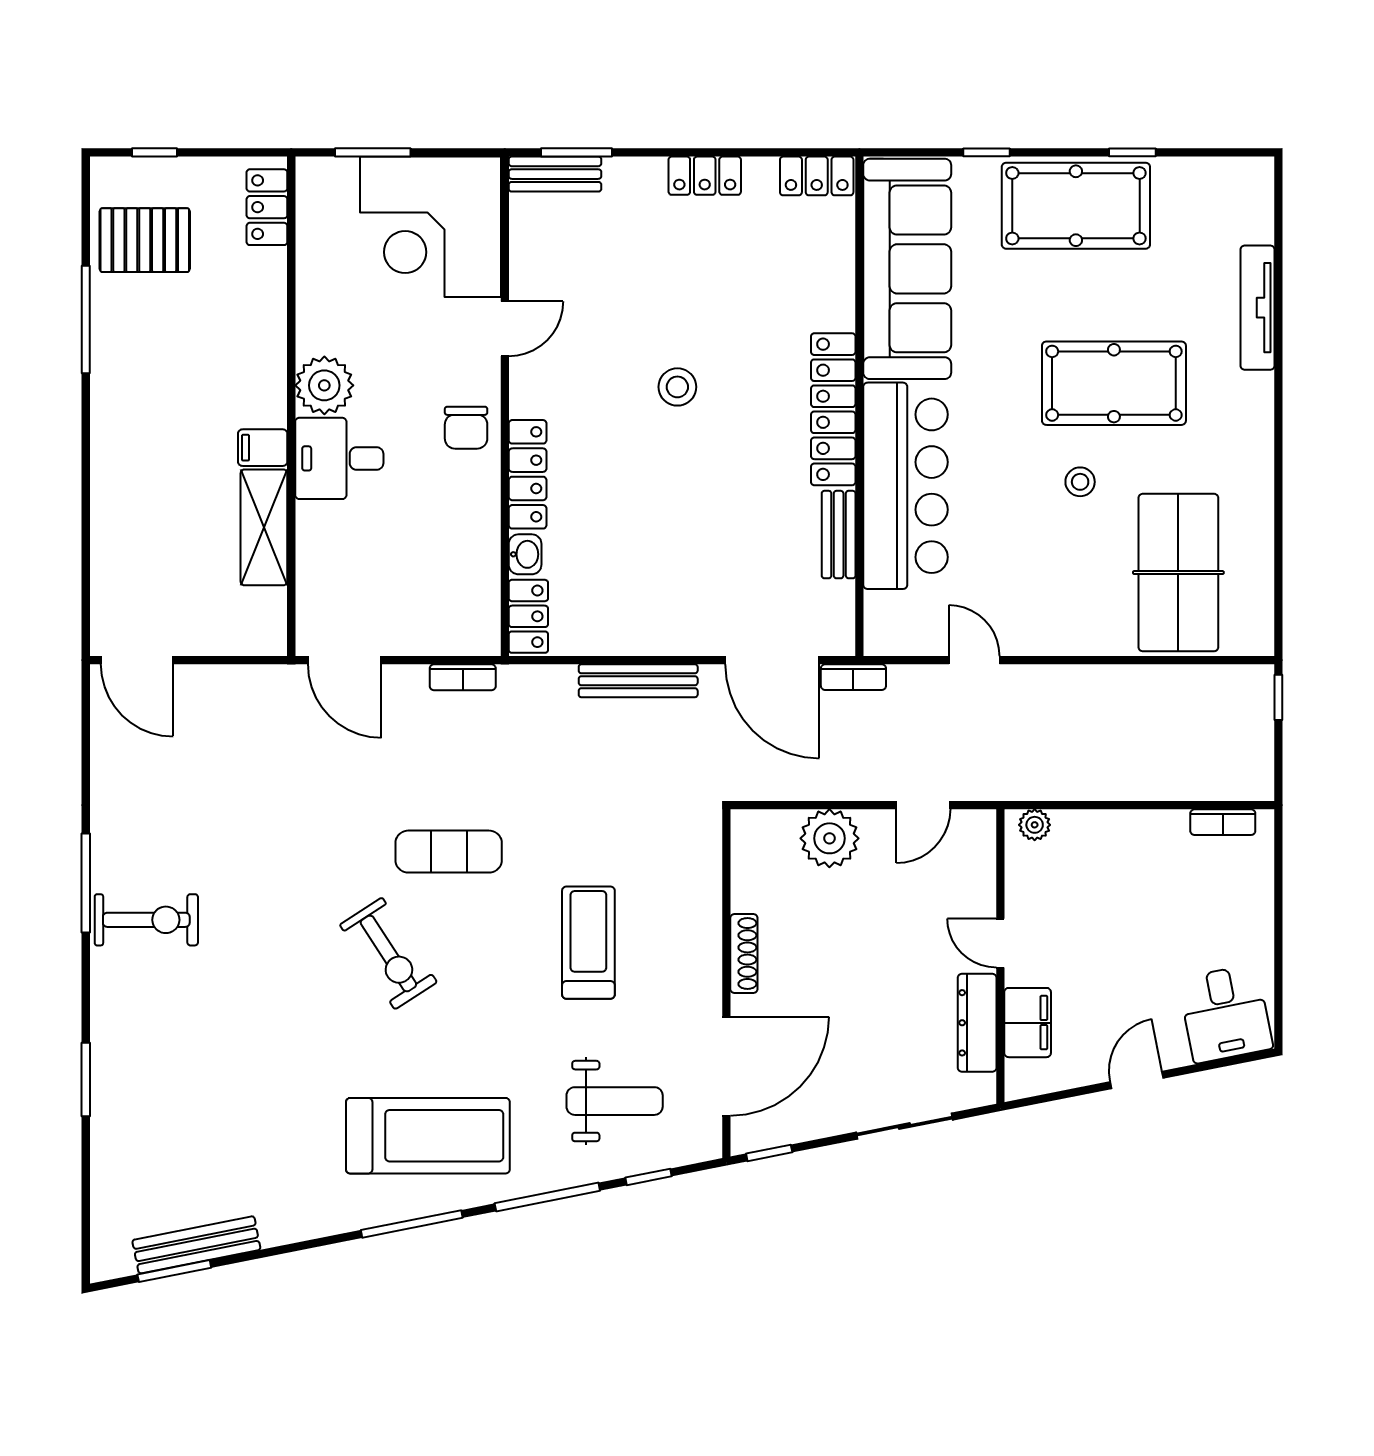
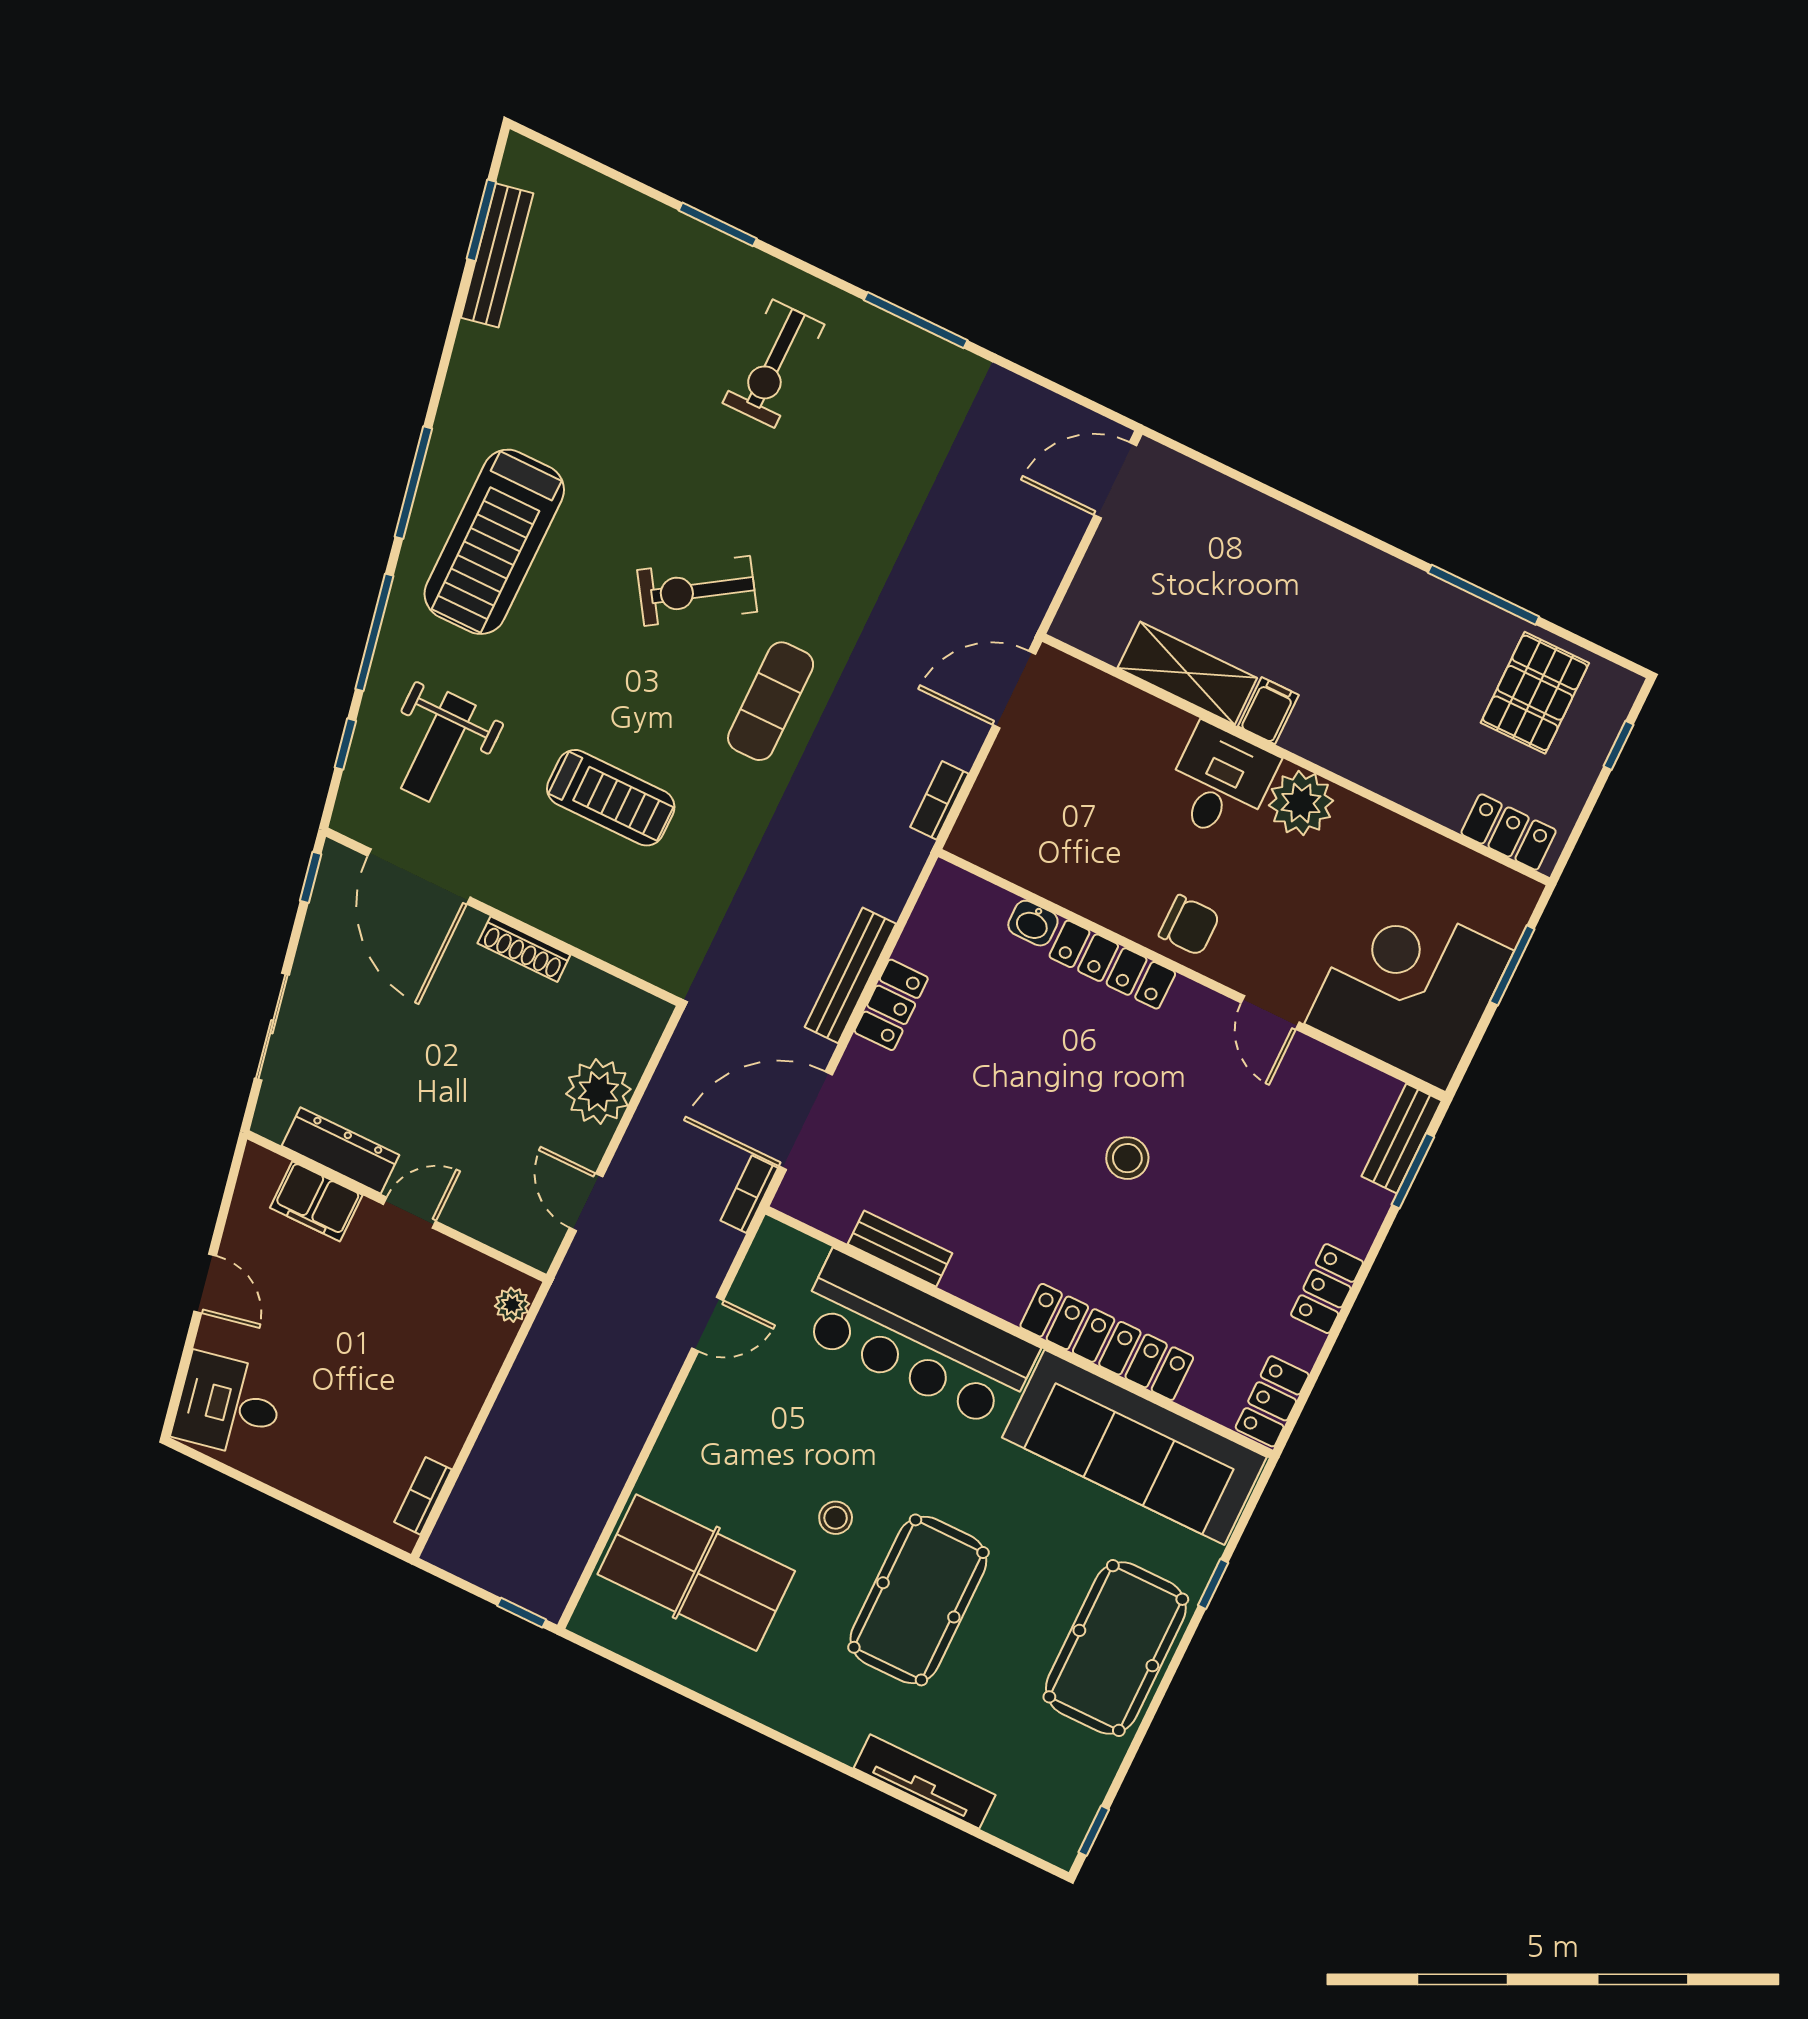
window: (1132, 152) -> (1094, 1831), moved
locker: (833, 409) -> (1107, 1342), moved
chair: (466, 428) -> (1189, 925), turned 180
locker: (528, 616) -> (891, 1005), moved, turned -90
exercise bike: (146, 920) -> (773, 364), moved

